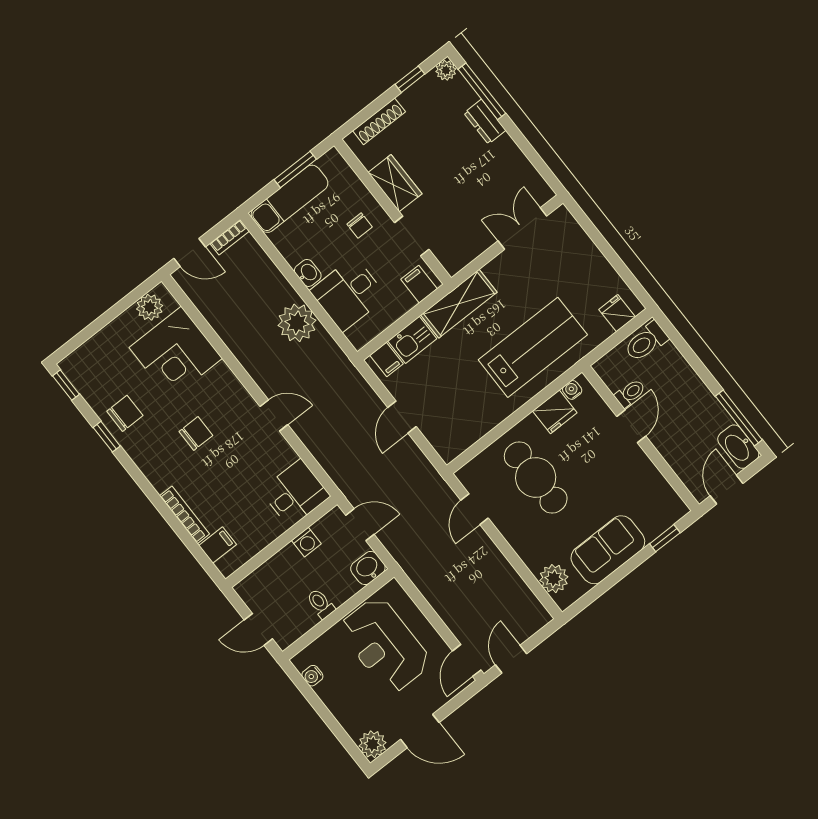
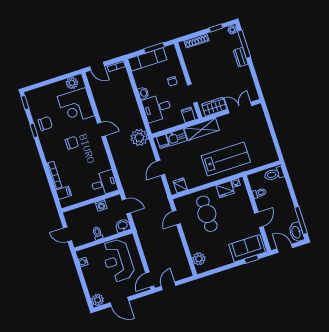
wardrobe: (395, 183) -> (214, 107), moved, turned -90
fridge: (617, 313) -> (180, 185), moved
plant: (297, 323) -> (139, 138), moved
door: (274, 416) -> (101, 129), moved
door: (631, 426) -> (259, 220), moved
door: (727, 490) -> (285, 248), hinge flipped
sofa: (608, 550) -> (247, 248), moved

